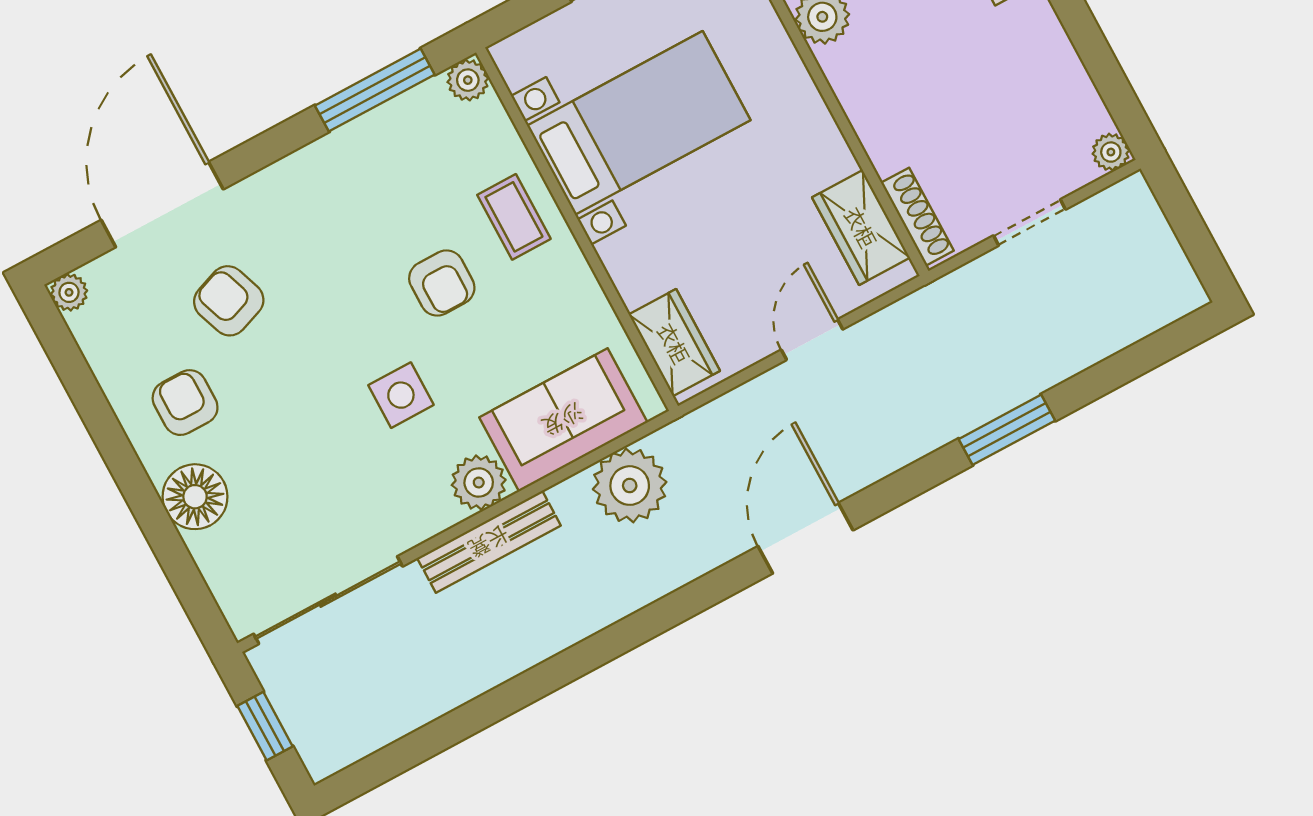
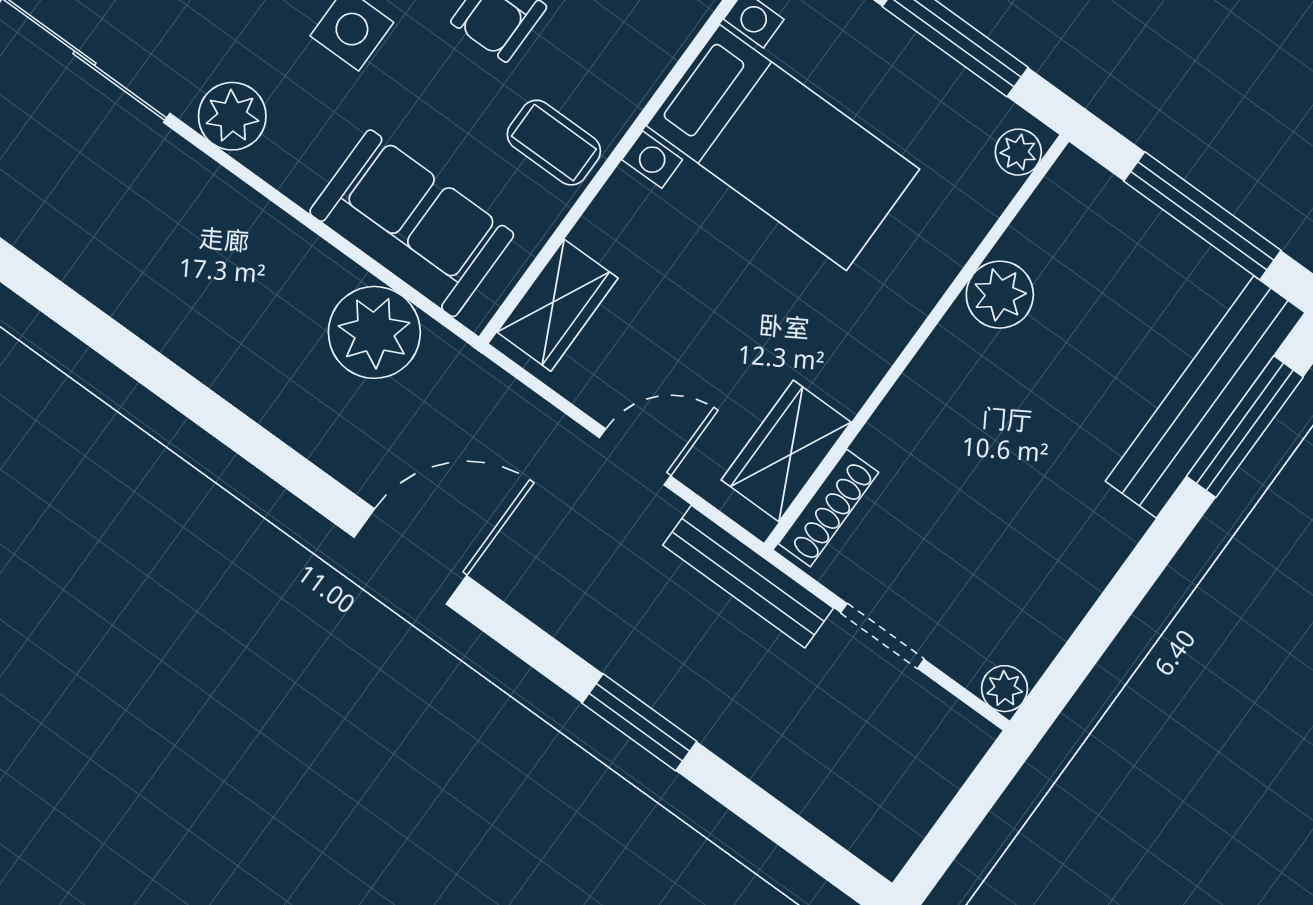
coffee table: (514, 217) -> (554, 143), moved, turned 90
plant: (479, 482) -> (232, 116), moved
bench: (489, 542) -> (748, 577), moved

